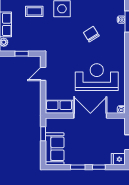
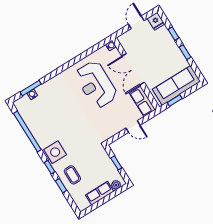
chair: (91, 34) -> (61, 113), removed
door: (43, 74) -> (133, 127), moved
sofa: (55, 149) -> (176, 85), width x1.36

